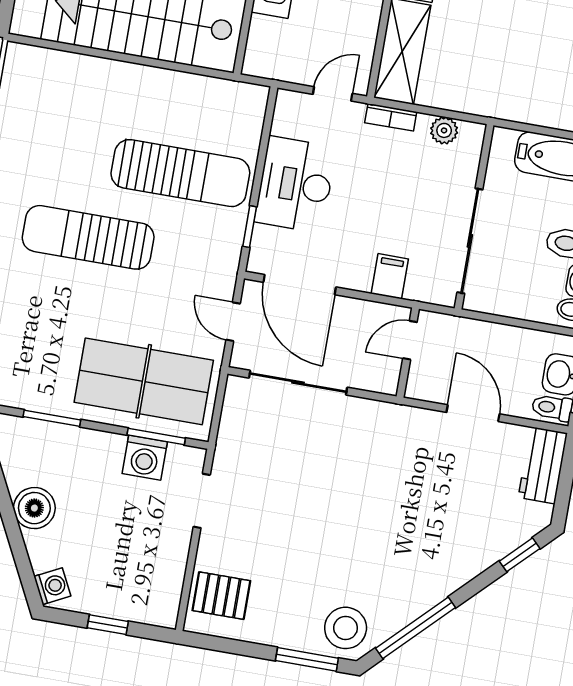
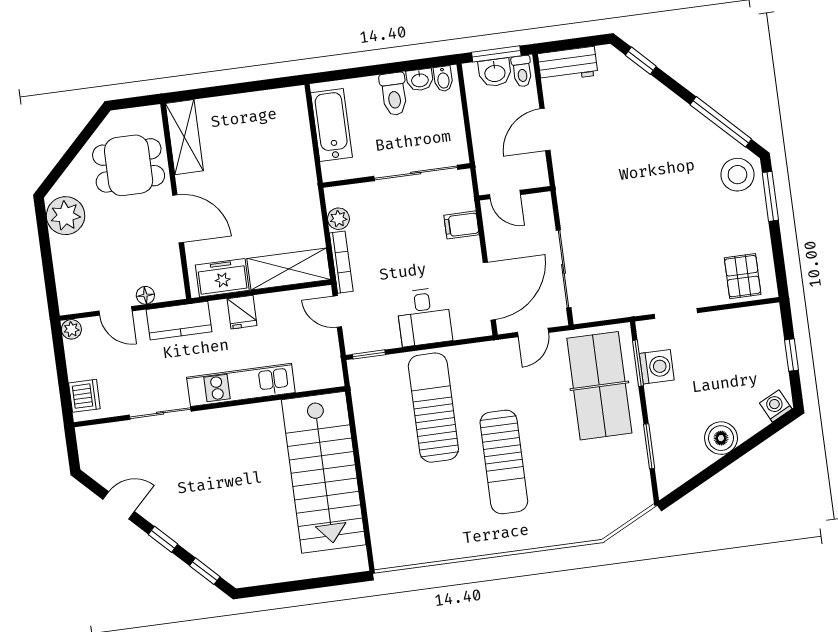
bookcase: (391, 117) -> (341, 262), width x1.56
desk: (295, 185) -> (424, 317), width x0.73
window: (250, 227) -> (369, 354), moved

